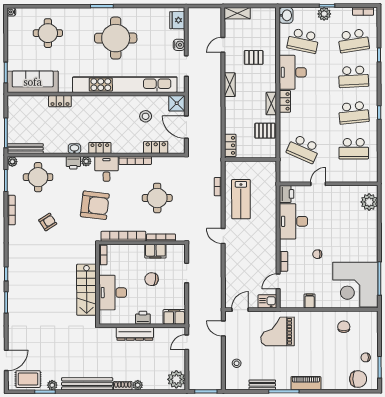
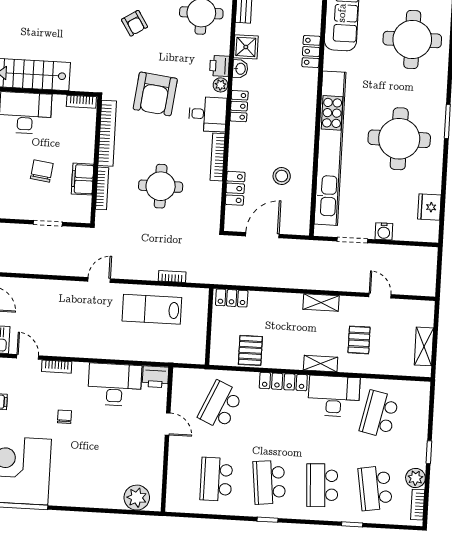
shelving: (237, 13) -> (424, 346), moved
plant: (324, 14) -> (415, 478), moved
washbasin: (286, 15) -> (418, 391), removed
fridge: (177, 20) -> (429, 207), moved, turned -90
round table: (48, 33) -> (412, 39), width x1.36, depth x1.36
locker: (285, 101) -> (283, 382), width x1.53
shower: (177, 103) -> (246, 47), moved
shelving: (271, 104) -> (321, 364), moved

